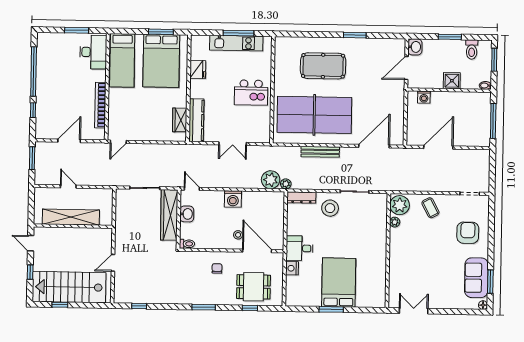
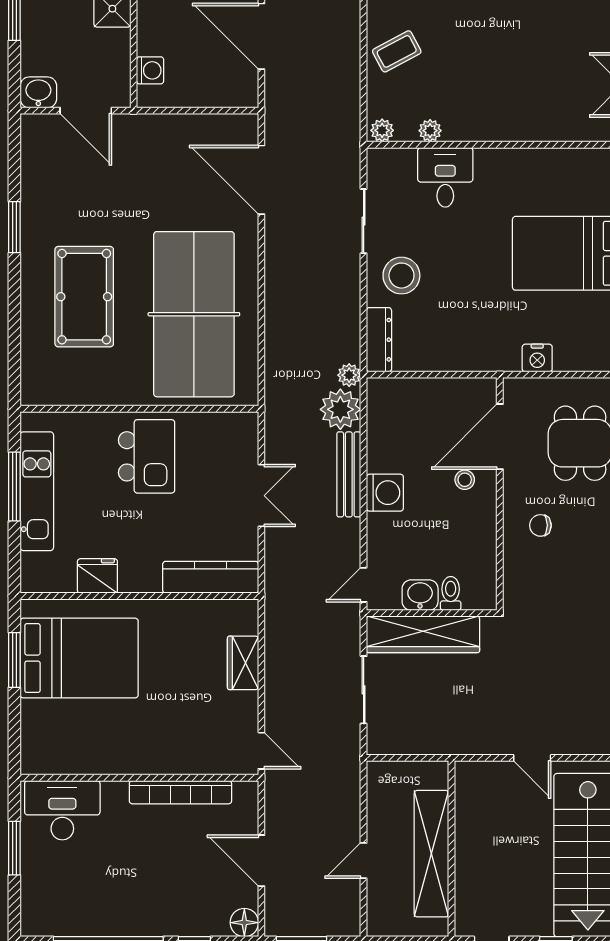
bed: (122, 60) -> (80, 745), removed
wardrobe: (180, 120) -> (243, 663), moved, turned 90
floor lamp: (41, 133) -> (244, 923), added
bench: (320, 152) -> (349, 474), moved
plant: (400, 205) -> (382, 130), width x0.53, depth x0.53
toilet: (187, 244) -> (451, 593), moved
desk: (300, 248) -> (445, 177), moved, turned 180

